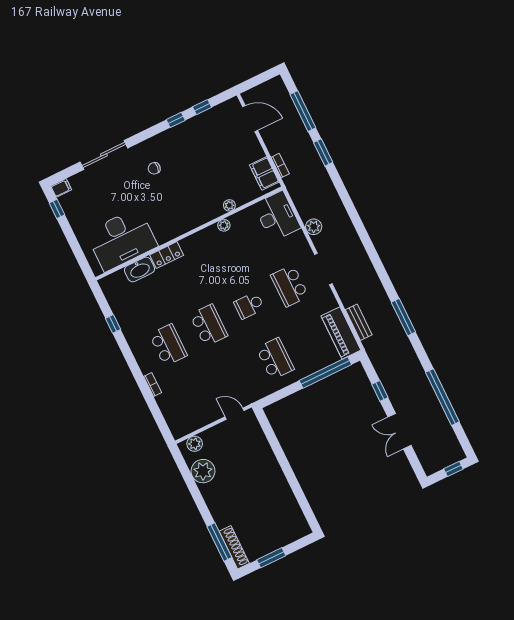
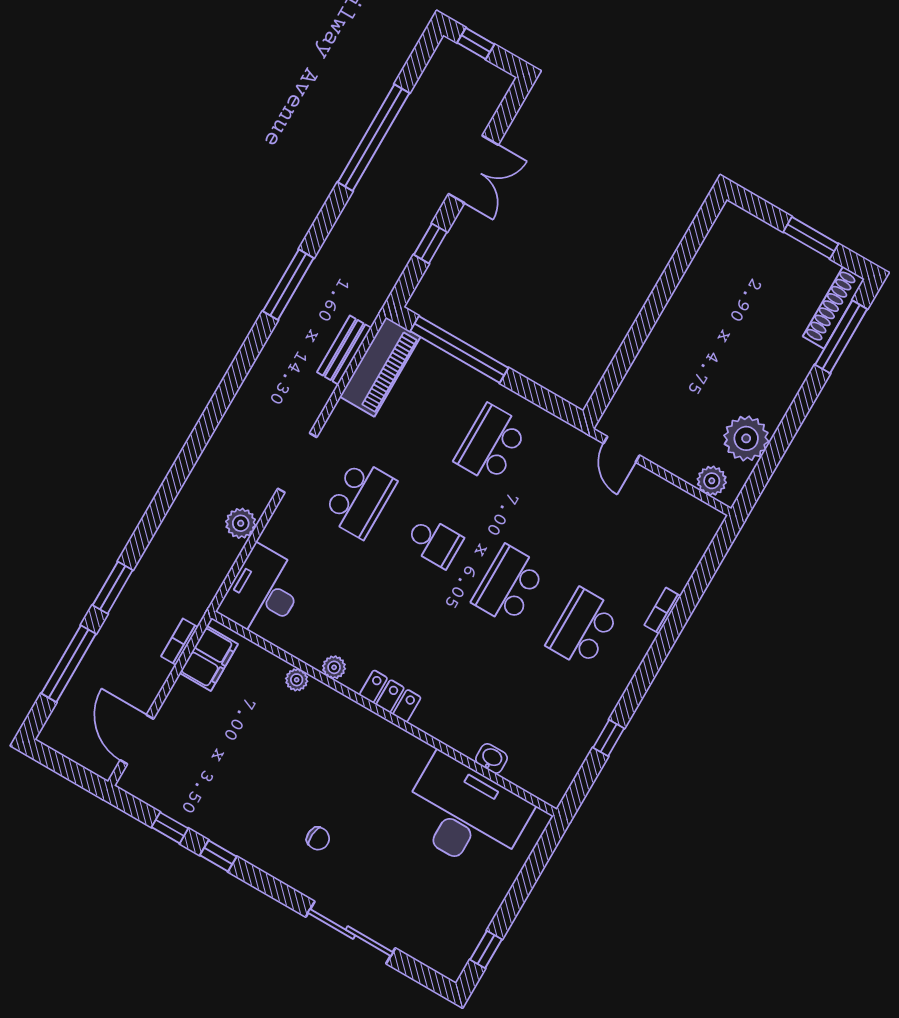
filing cabinet: (61, 188) -> (448, 965), removed
locker: (167, 255) -> (390, 696), moved
washbasin: (139, 269) -> (491, 759), width x0.52, depth x0.69

